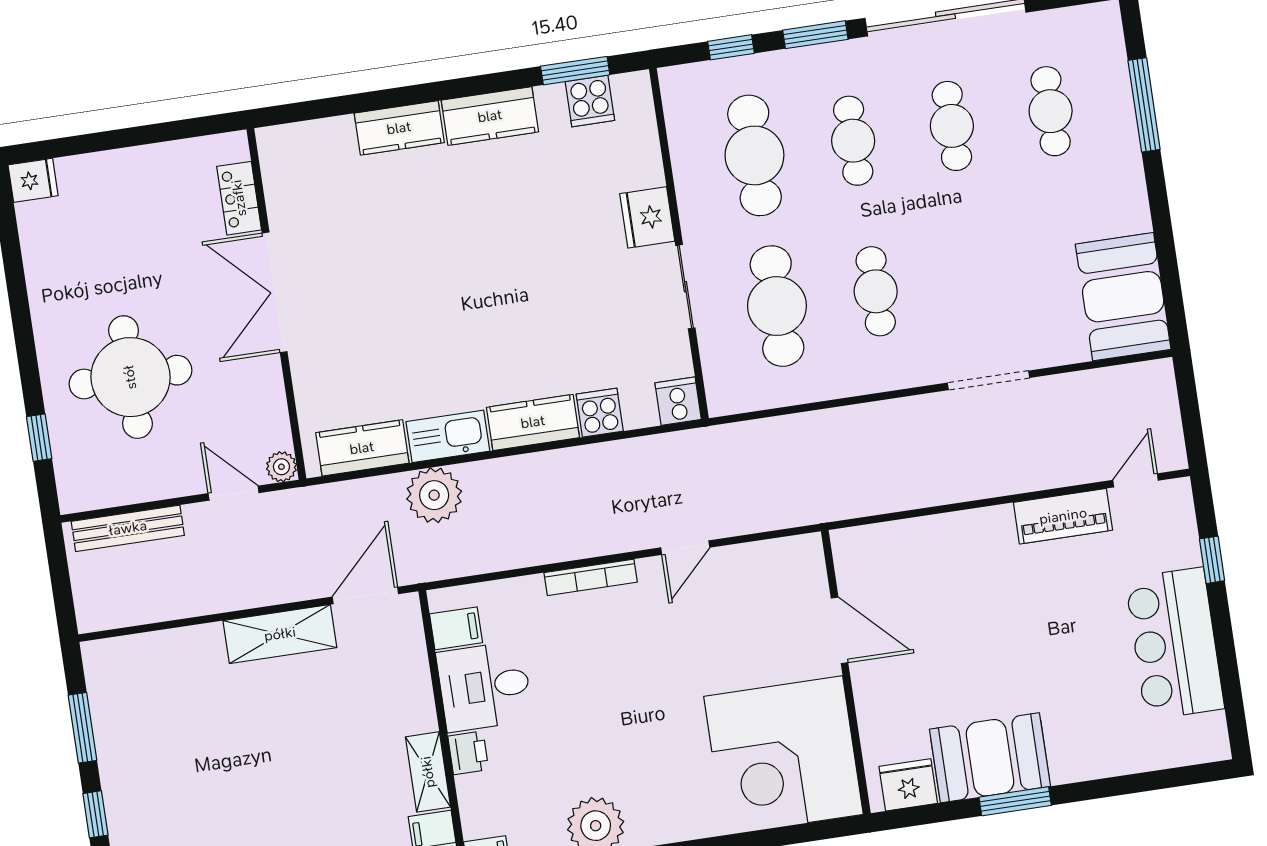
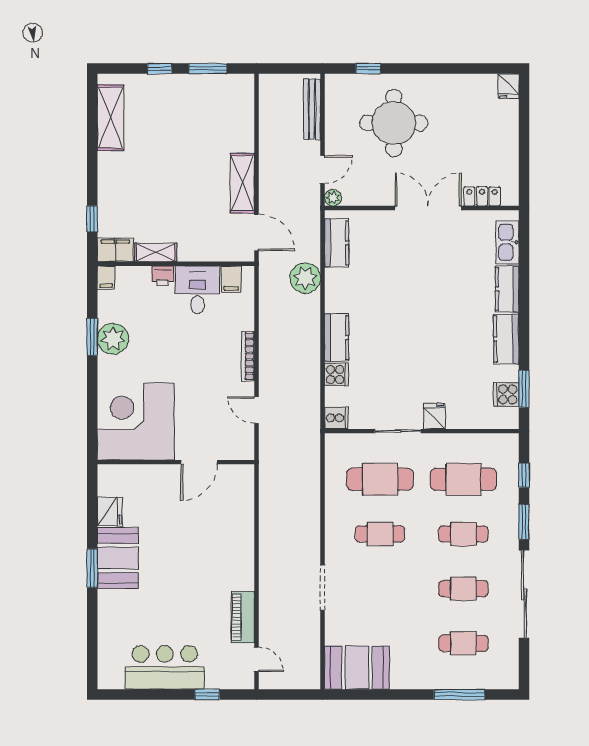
fridge: (647, 217) -> (434, 416), width x0.72
kitchen sink: (448, 436) -> (507, 242), moved, turned 180
door: (840, 630) -> (199, 462), moved
wall: (846, 672) -> (176, 462), moved
corner desk: (783, 755) -> (136, 422), moved

